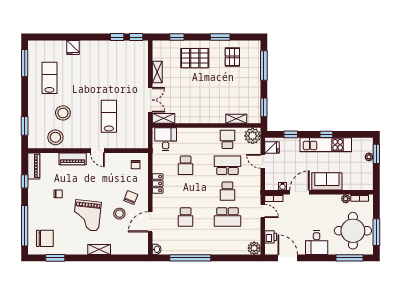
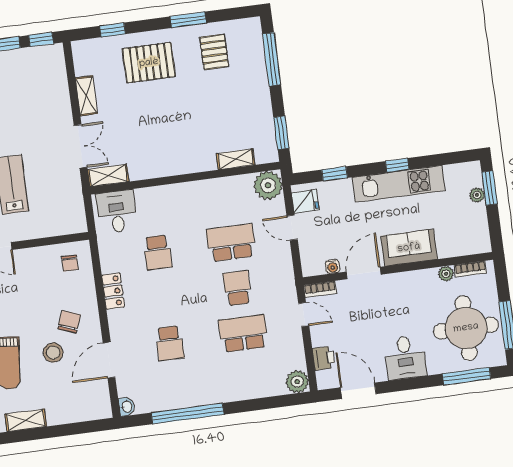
school desk: (227, 139) -> (225, 197), removed
school desk: (227, 191) -> (237, 288), turned 180
school desk: (227, 217) -> (243, 333), turned 180

